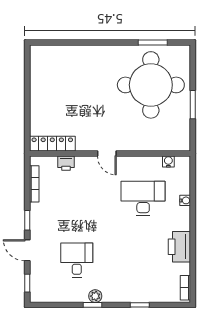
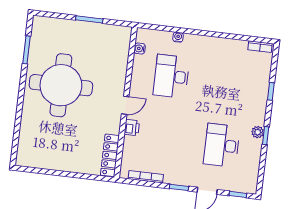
round table: (151, 85) -> (61, 85), moved
printer: (66, 163) -> (132, 128), moved
printer: (179, 247) -> (221, 48), removed
desk: (77, 260) -> (222, 145), width x1.37

